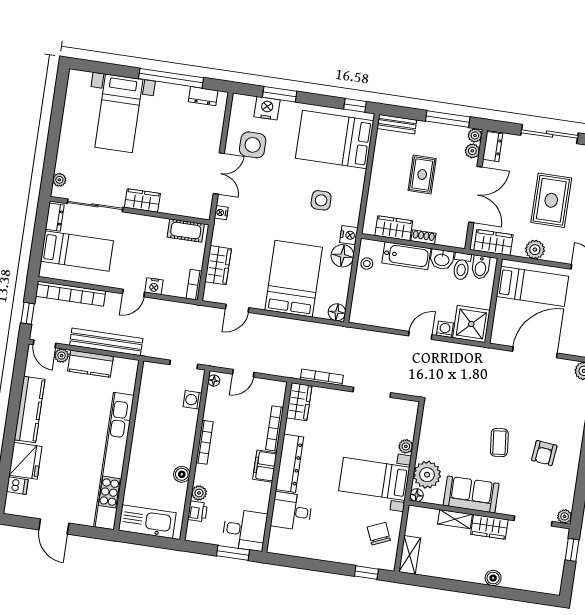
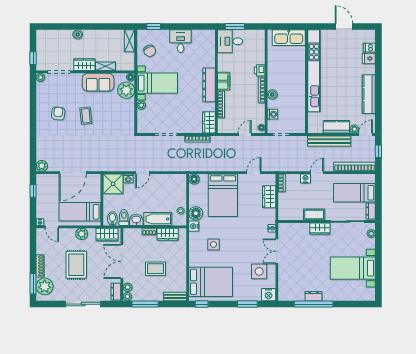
dresser: (203, 96) -> (314, 296), moved
nightstand: (267, 108) -> (269, 295), moved
bed with nightstands: (119, 113) -> (353, 268), moved, turned -90
rug: (422, 175) -> (155, 269), turned 90
cot: (186, 231) -> (314, 215), moved
door: (44, 344) -> (366, 135), hinge flipped
fridge: (25, 461) -> (369, 58), width x0.53, depth x0.75
boiler: (182, 474) -> (272, 94), moved
plant: (199, 493) -> (260, 59), removed
printer: (197, 511) -> (260, 70), moved
desk: (292, 511) -> (181, 41), moved, turned -90

